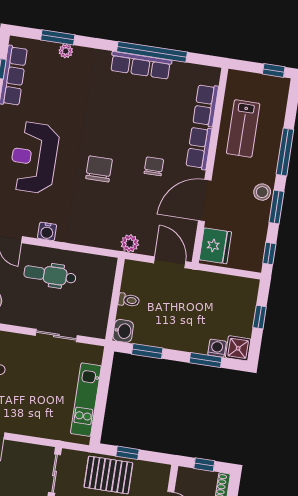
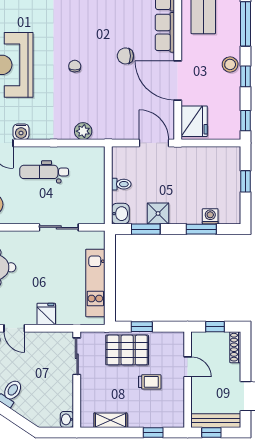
chair: (154, 166) -> (125, 56), turned -90
chair: (99, 169) -> (75, 66), width x0.54, depth x0.54
door: (205, 200) -> (178, 80), hinge flipped
window: (276, 207) -> (246, 76), width x0.67
water cooler: (47, 231) -> (21, 132), moved
plant: (130, 243) -> (83, 131), moved
shower: (238, 348) -> (158, 213), moved
fridge: (29, 424) -> (46, 314), added

